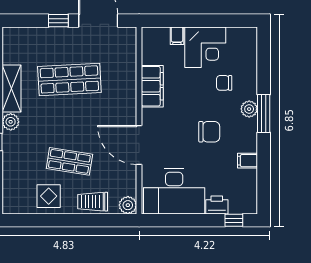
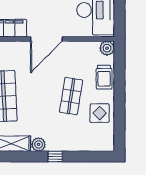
door: (139, 145) -> (46, 39), moved

